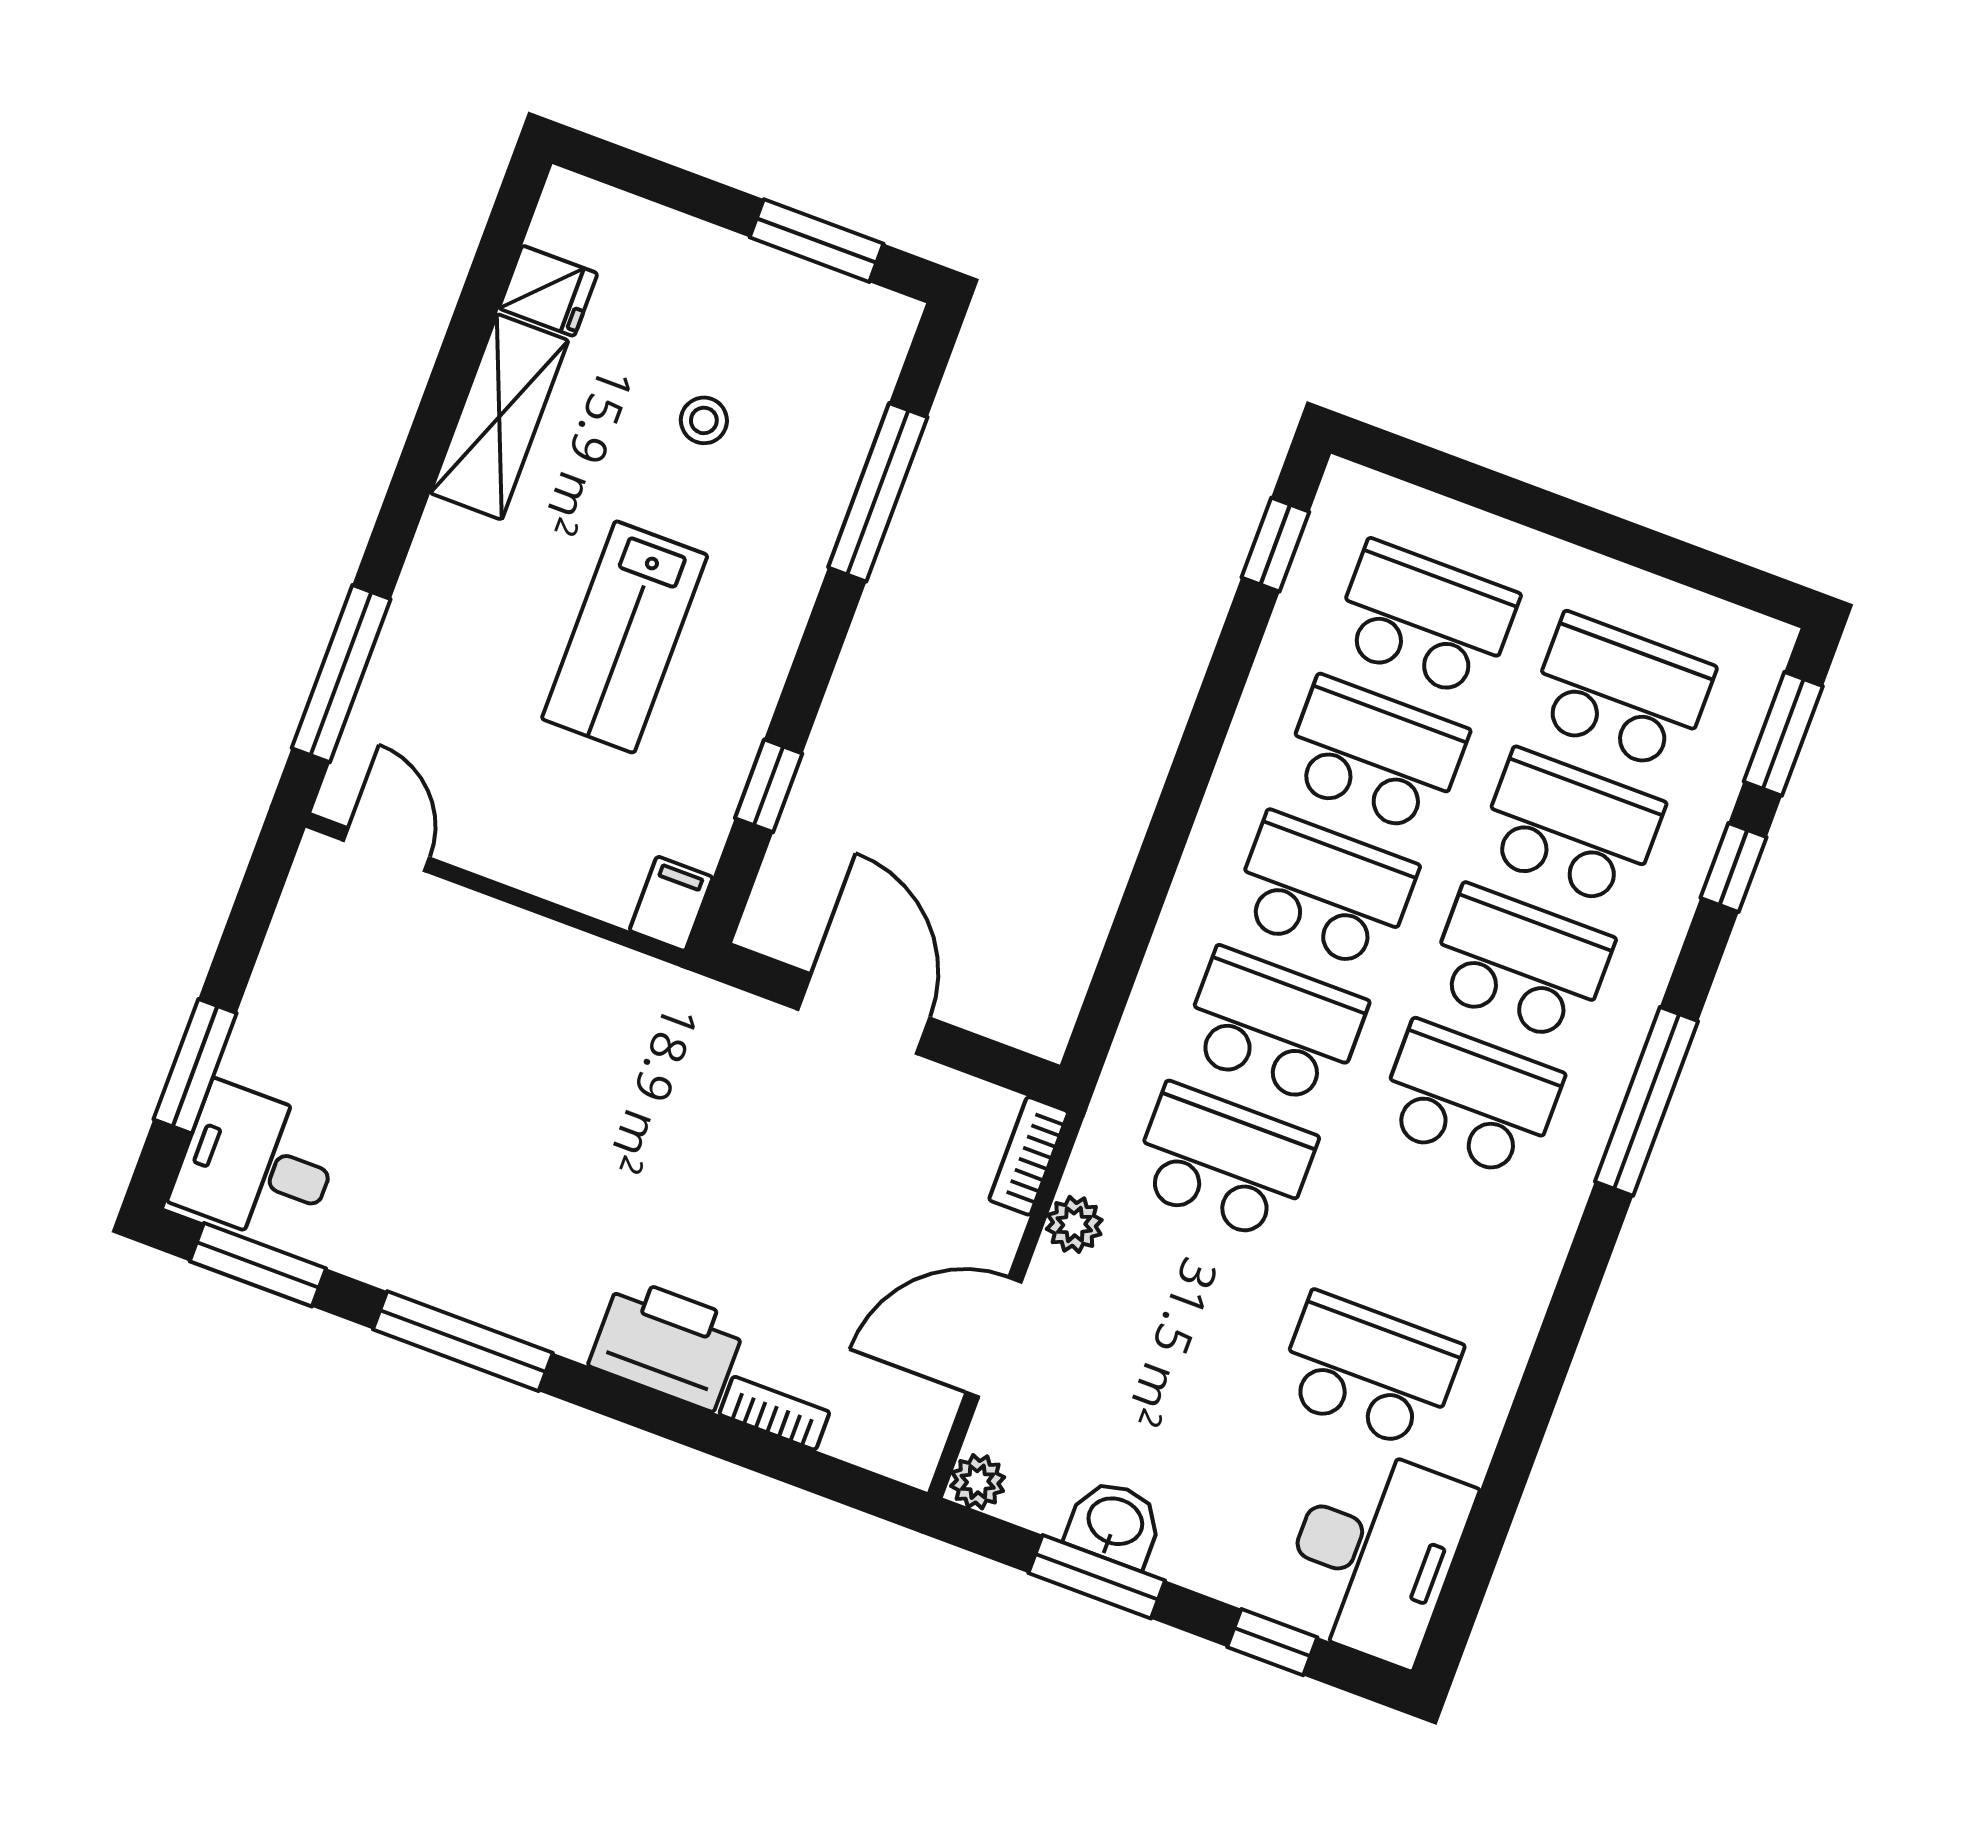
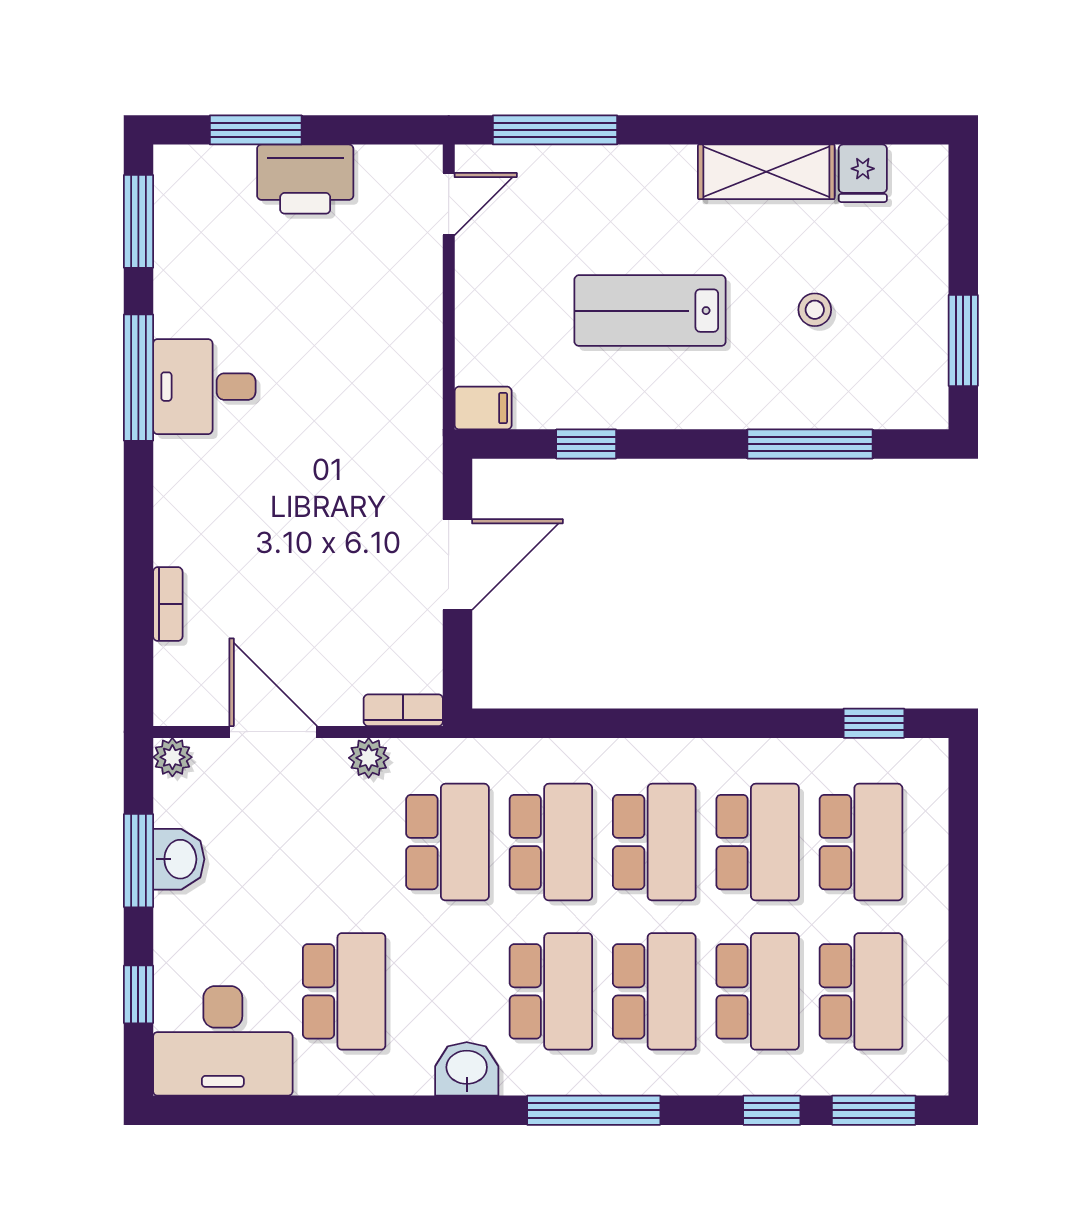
desk: (257, 1164) -> (204, 387), moved, turned -90
washbasin: (1530, 1248) -> (467, 1069), added
printer: (667, 1344) -> (305, 179), moved, turned 90

